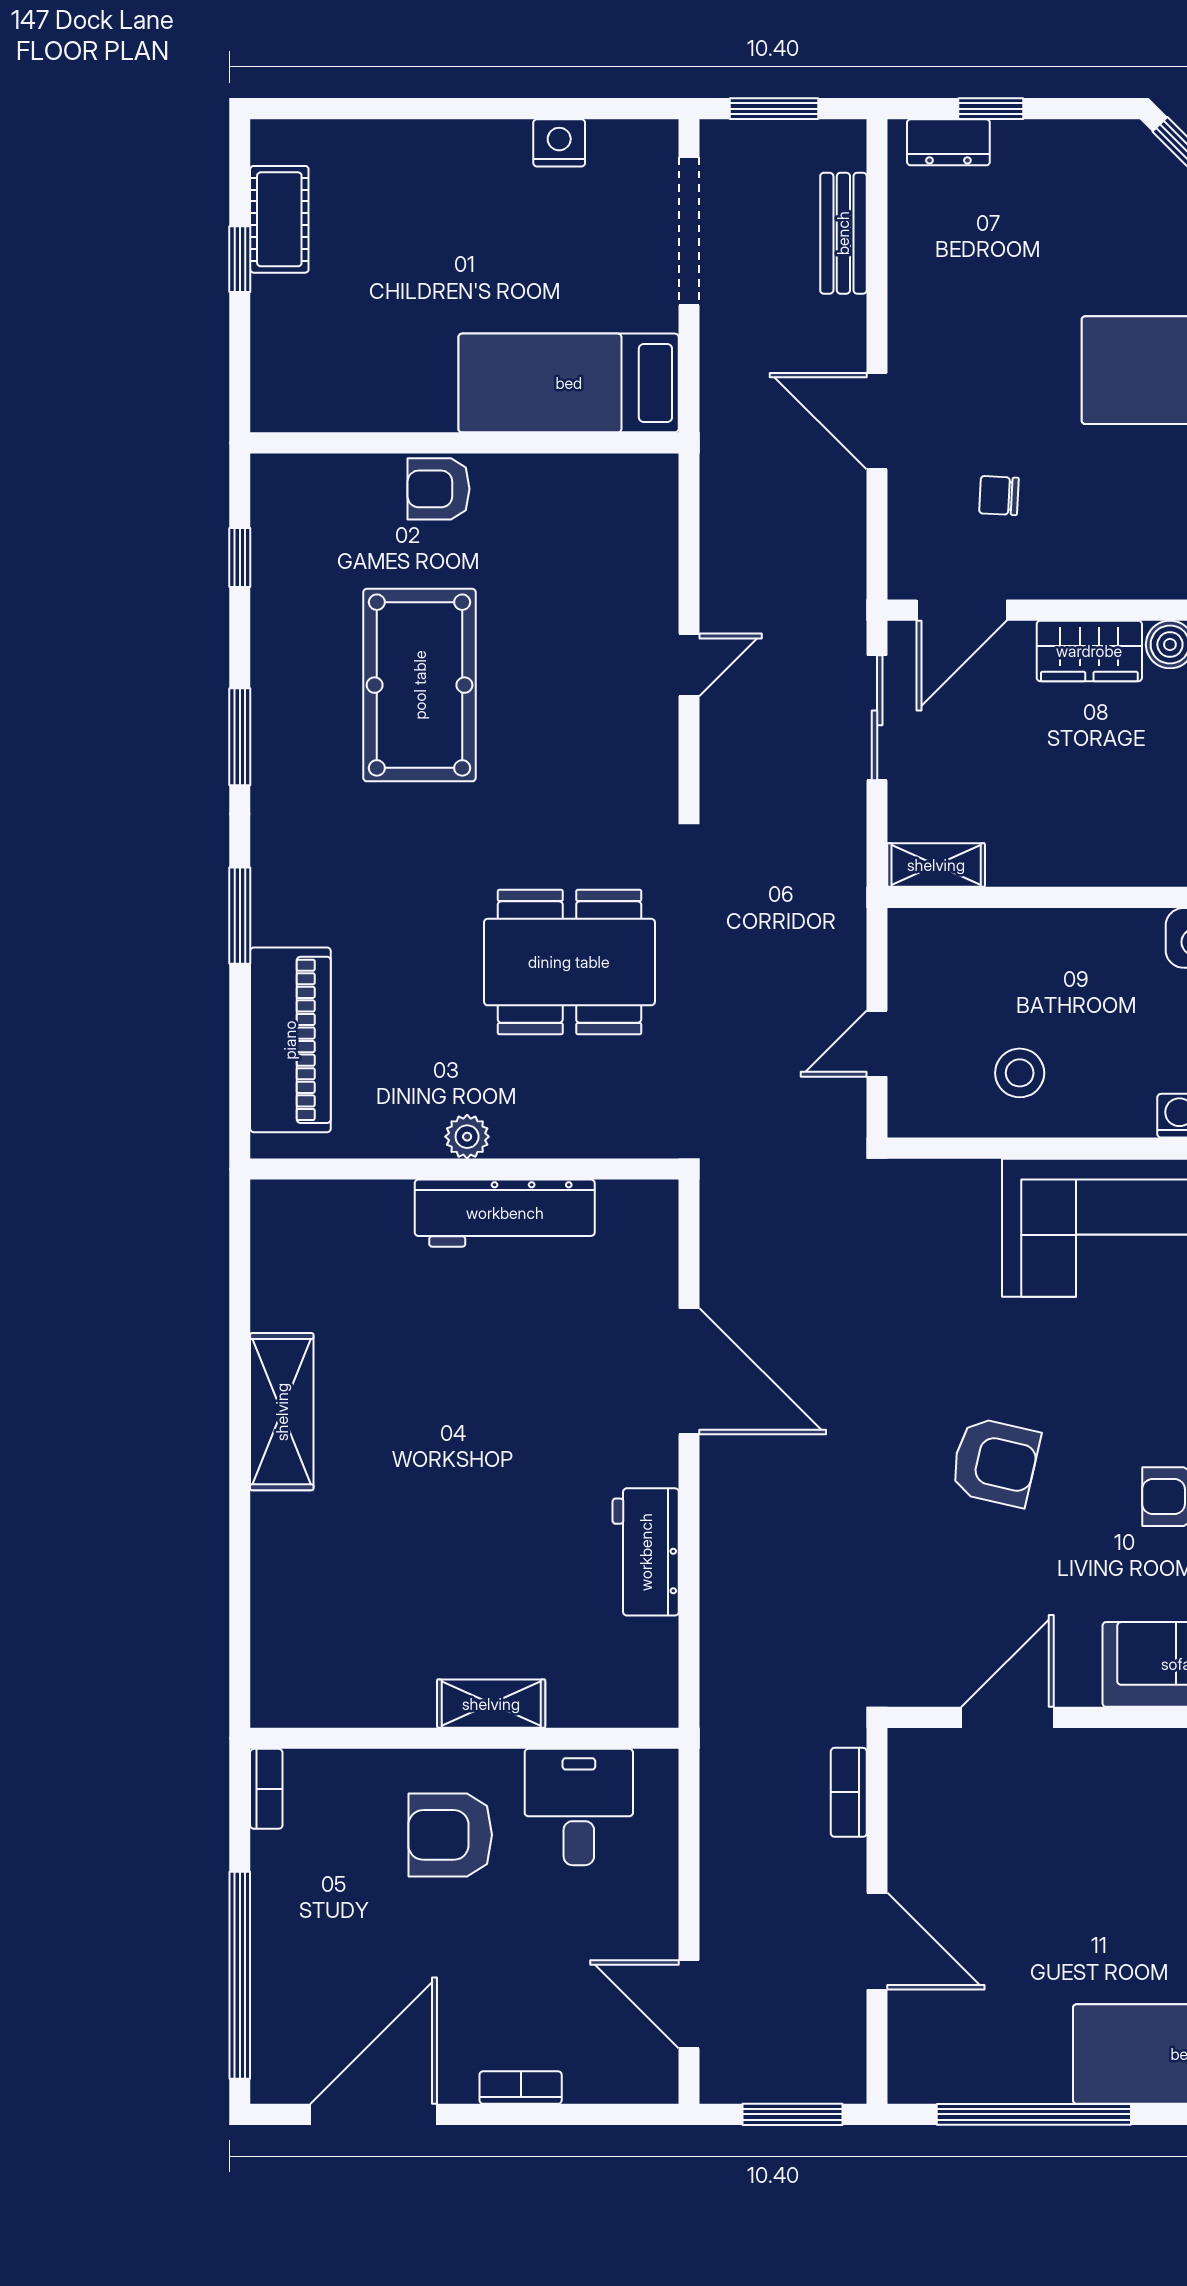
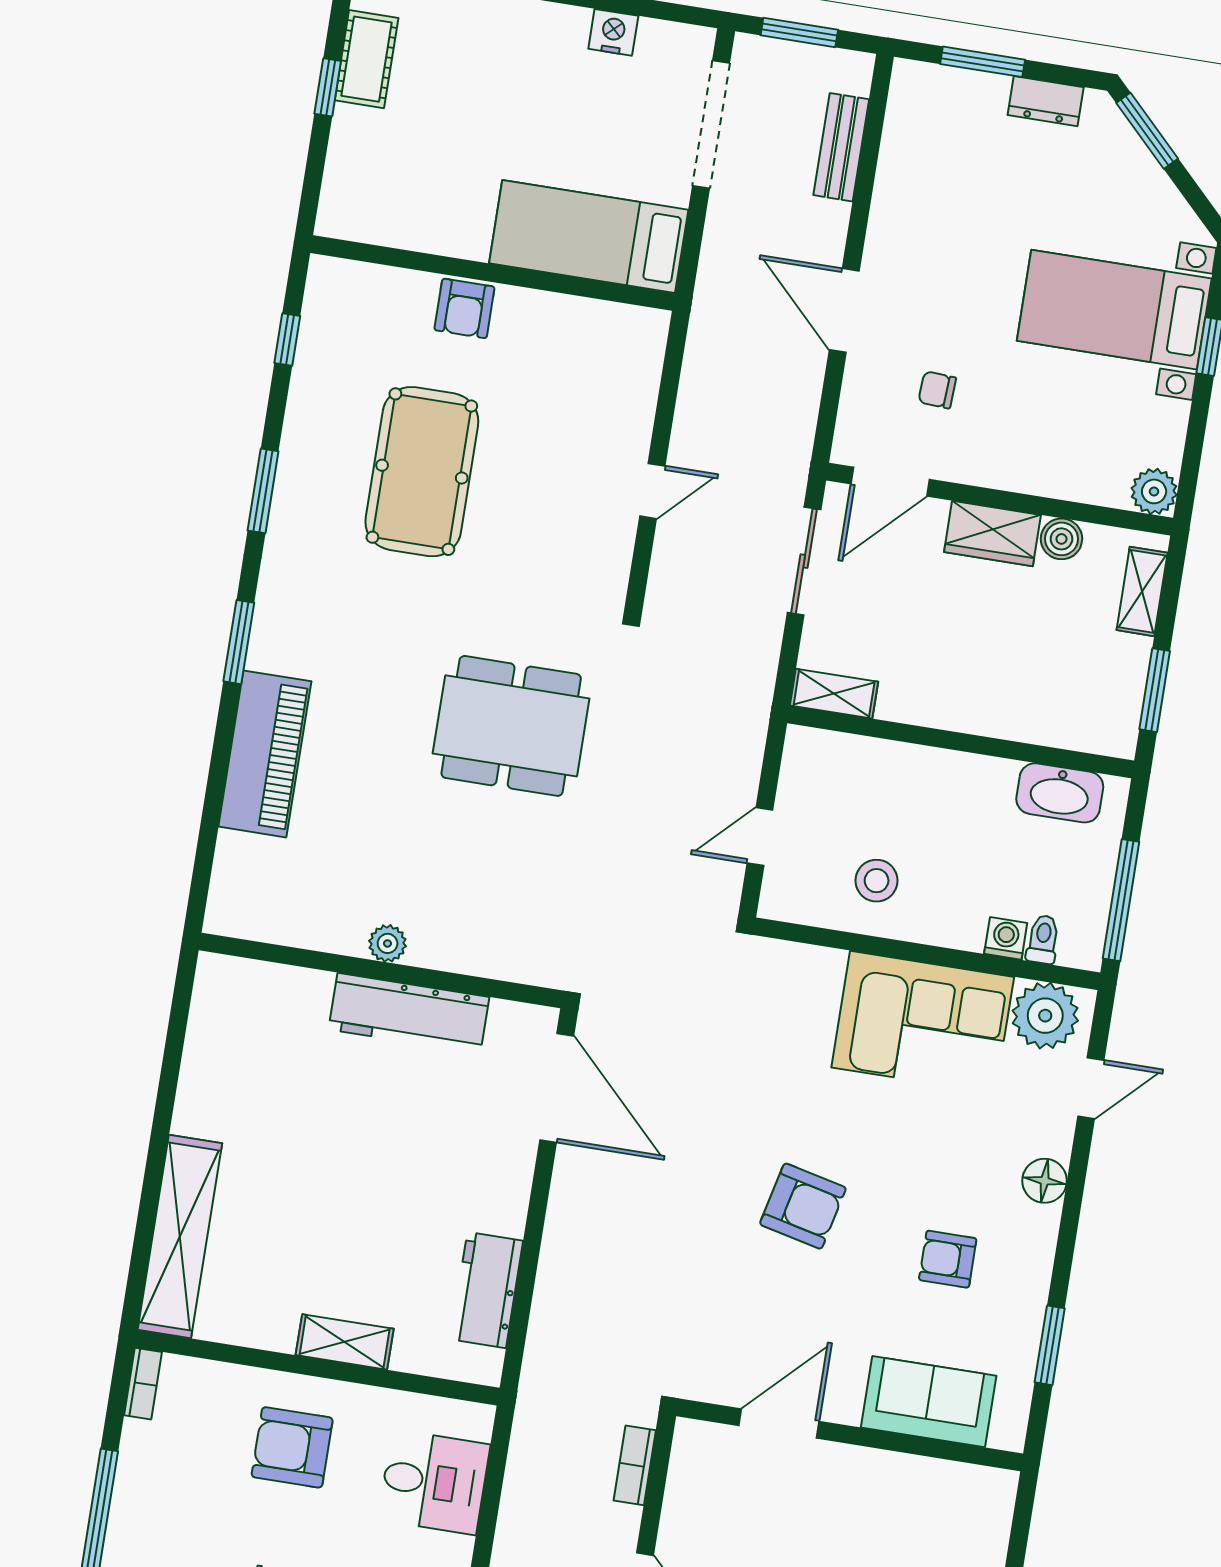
window: (991, 109) -> (983, 62), width x1.50
dresser: (948, 142) -> (1046, 101), moved
armchair: (439, 489) -> (464, 308), turned -90
plant: (467, 1137) -> (388, 943), moved
wall: (464, 1169) -> (381, 970), moved
workbench: (505, 1213) -> (409, 1013), moved
shelving: (282, 1412) -> (180, 1236), moved, width x1.47
workbench: (646, 1552) -> (487, 1290), moved
desk: (579, 1807) -> (434, 1482), moved, turned 90

